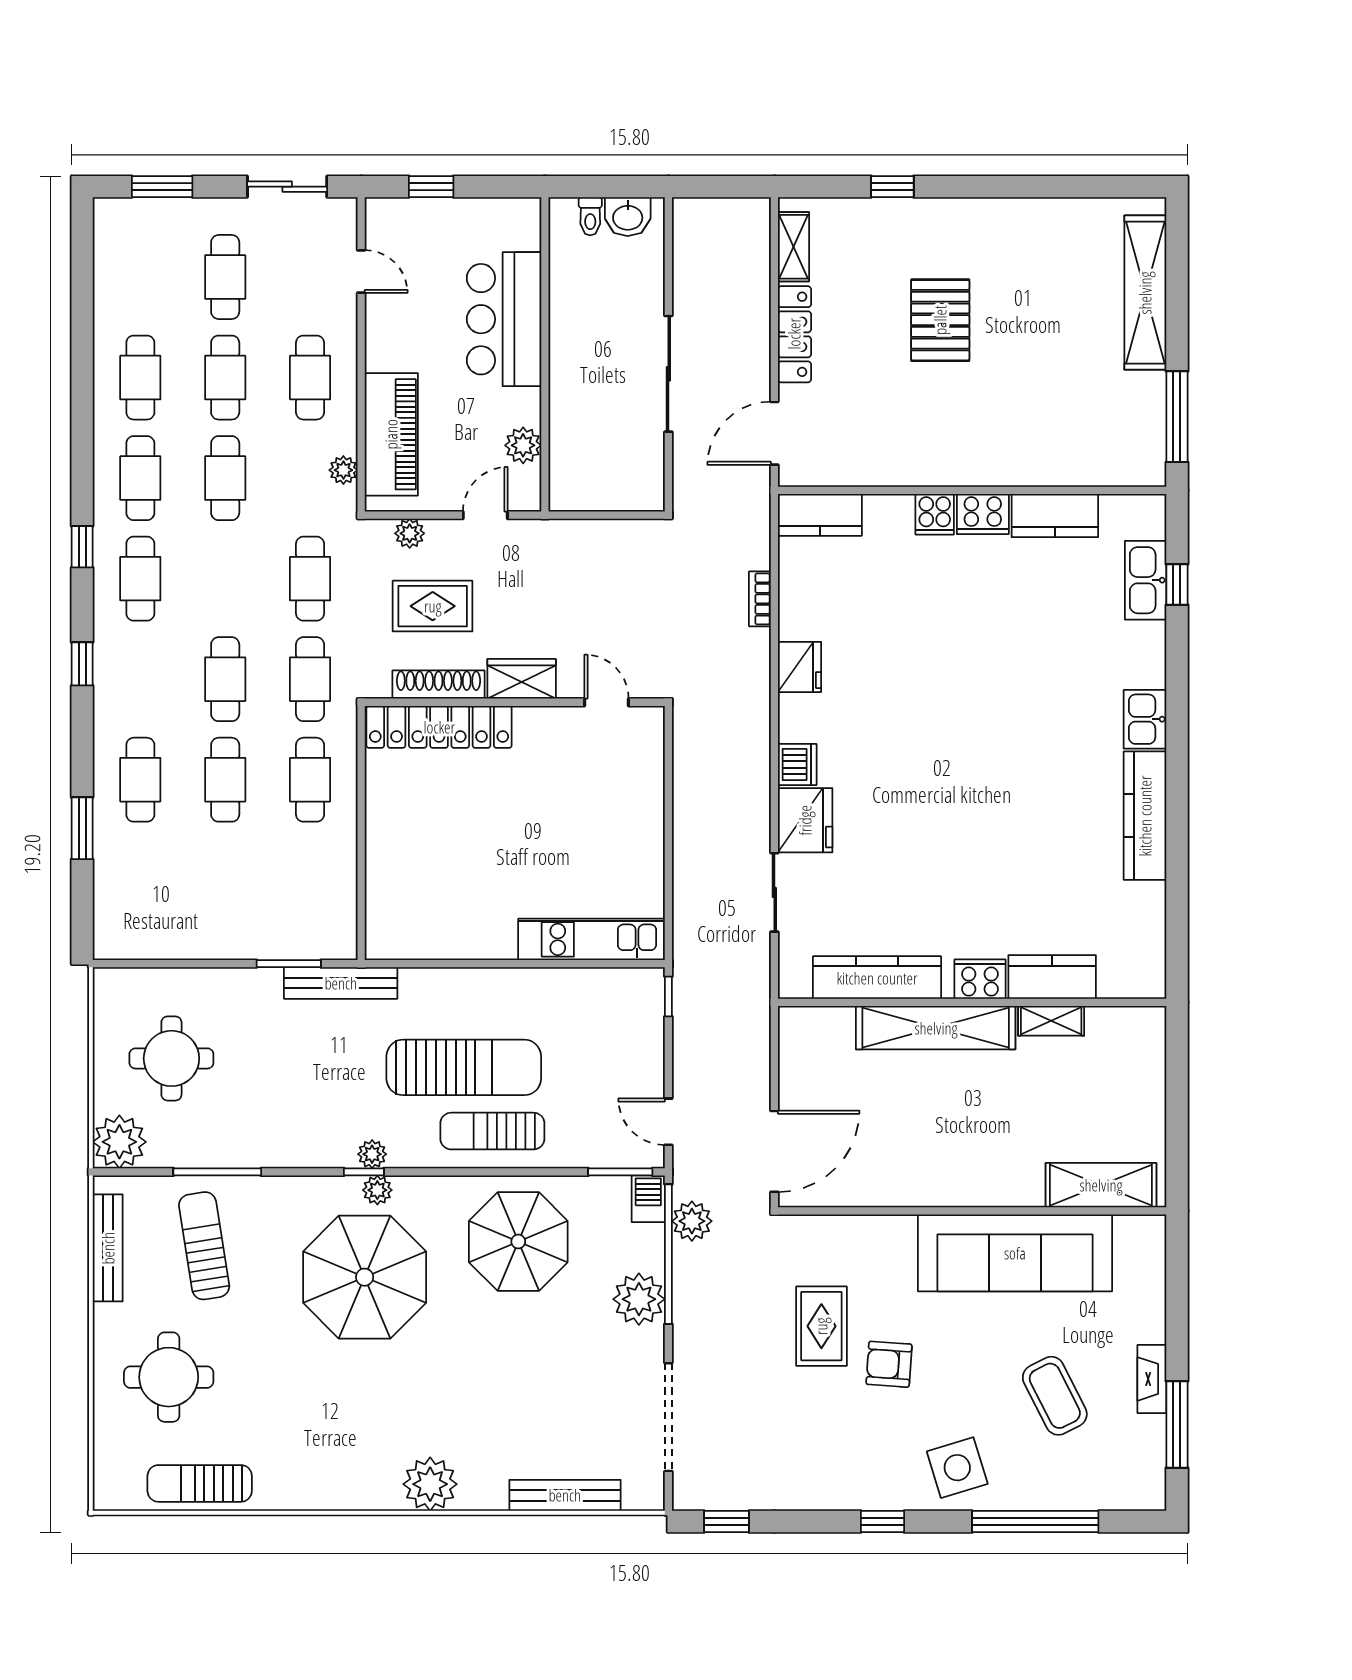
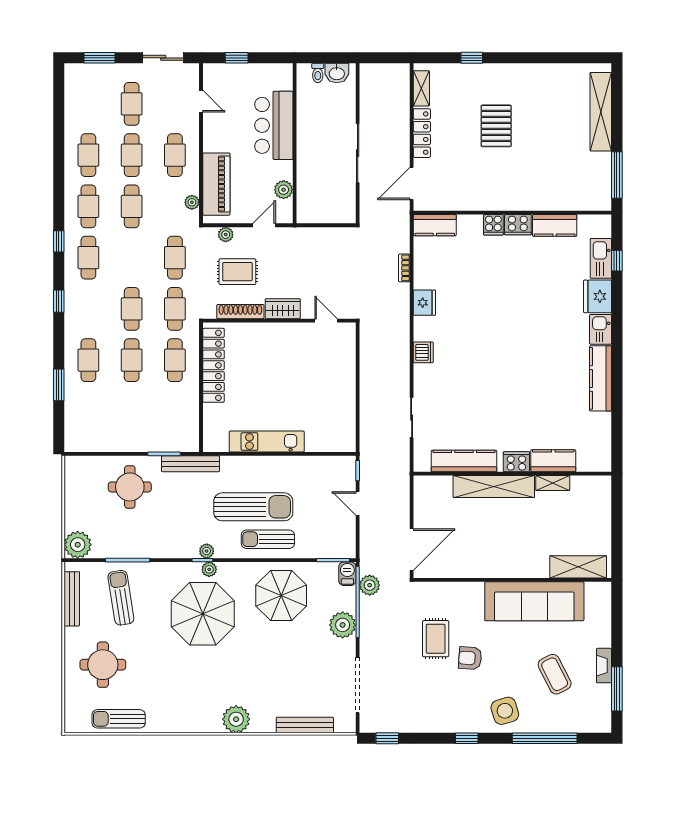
locker: (439, 727) -> (213, 365), moved, turned -90
fridge: (805, 820) -> (598, 296), moved, turned 180
kitchen unit: (592, 939) -> (267, 442), moved
round table: (171, 1058) -> (130, 487), moved
door: (668, 1122) -> (358, 504), moved

